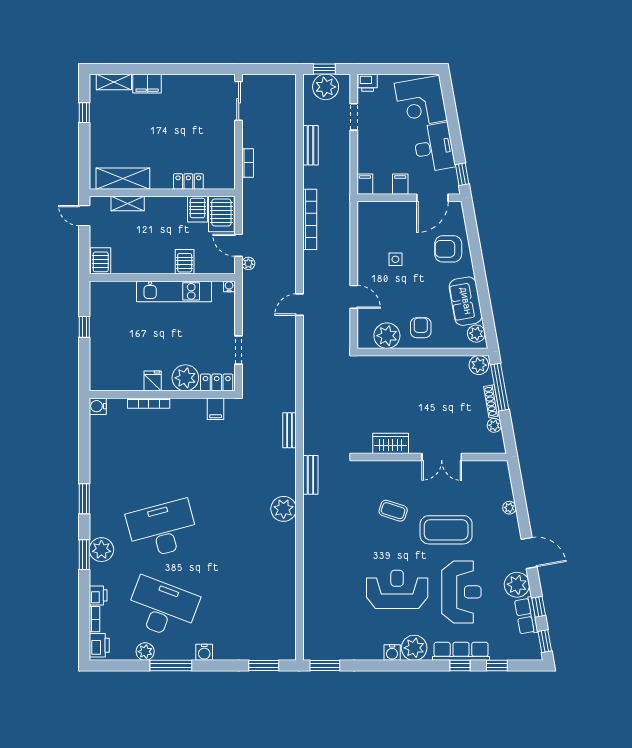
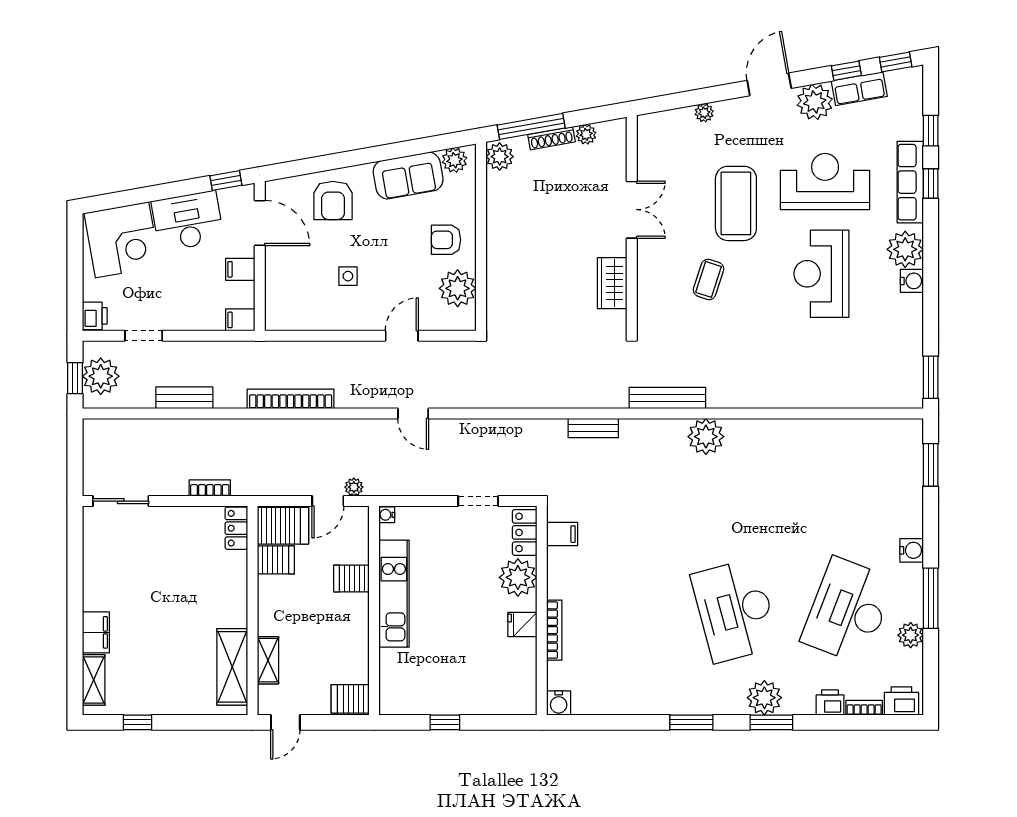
locker: (188, 181) -> (236, 528), moved
bench: (310, 475) -> (667, 398), width x1.36

